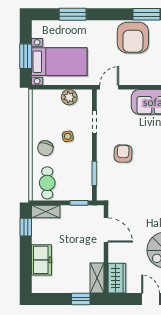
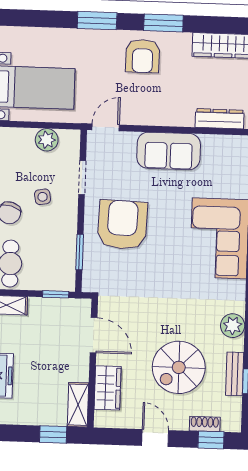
window: (73, 14) -> (97, 21), moved
armchair: (133, 37) -> (143, 56), width x0.73, depth x0.73
armchair: (123, 154) -> (122, 225), width x1.88, depth x1.88
wardrobe: (117, 278) -> (108, 388), moved

